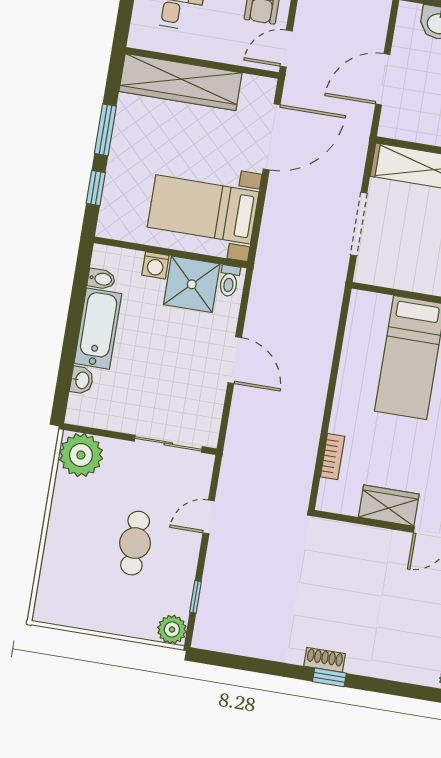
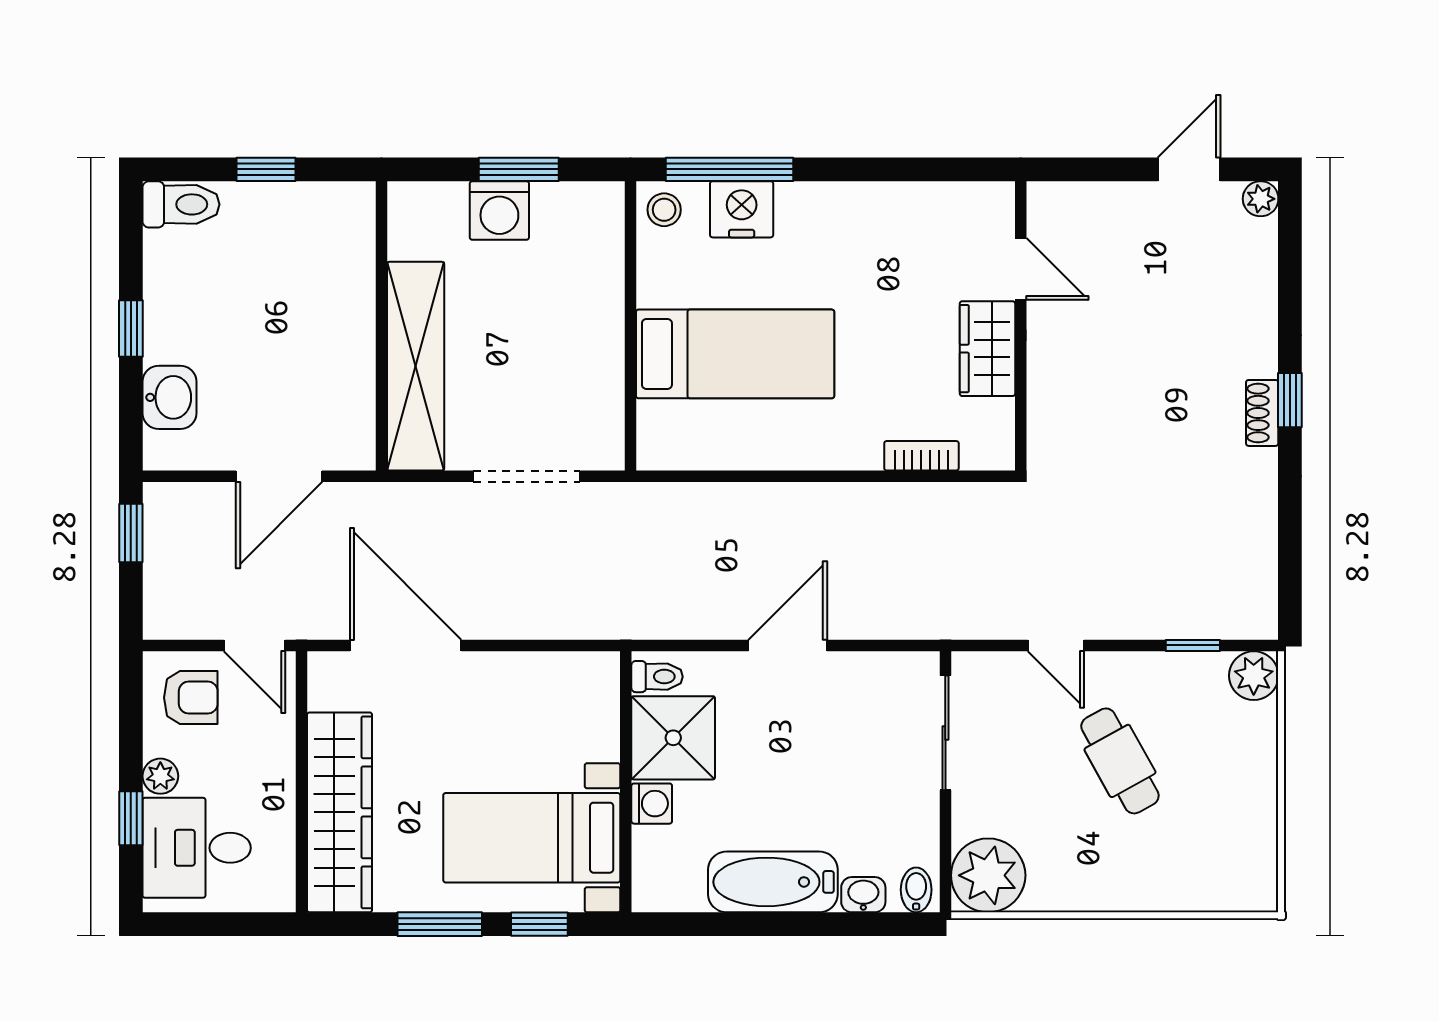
door: (383, 79) -> (279, 476), hinge flipped
bed with nightstands: (203, 209) -> (532, 838), moved, turned 90
bidet: (101, 279) -> (916, 890), moved
cafe table: (135, 543) -> (1120, 761), turned 61

